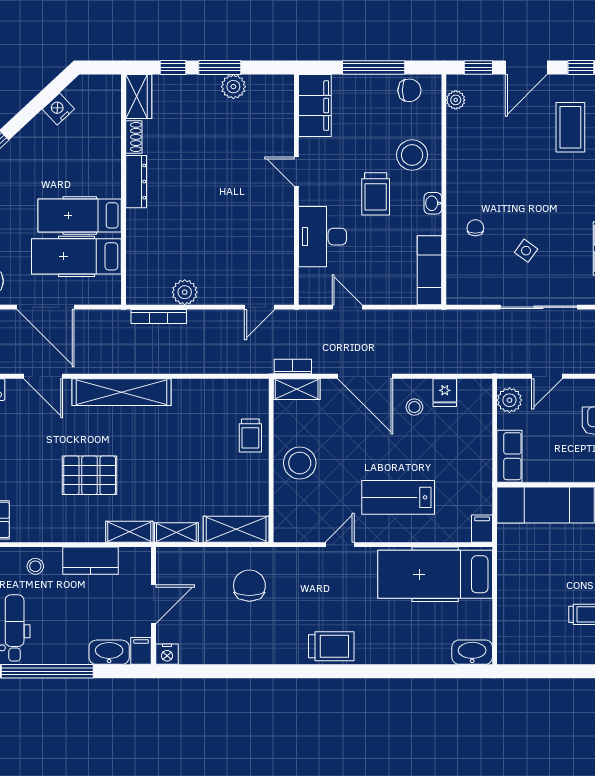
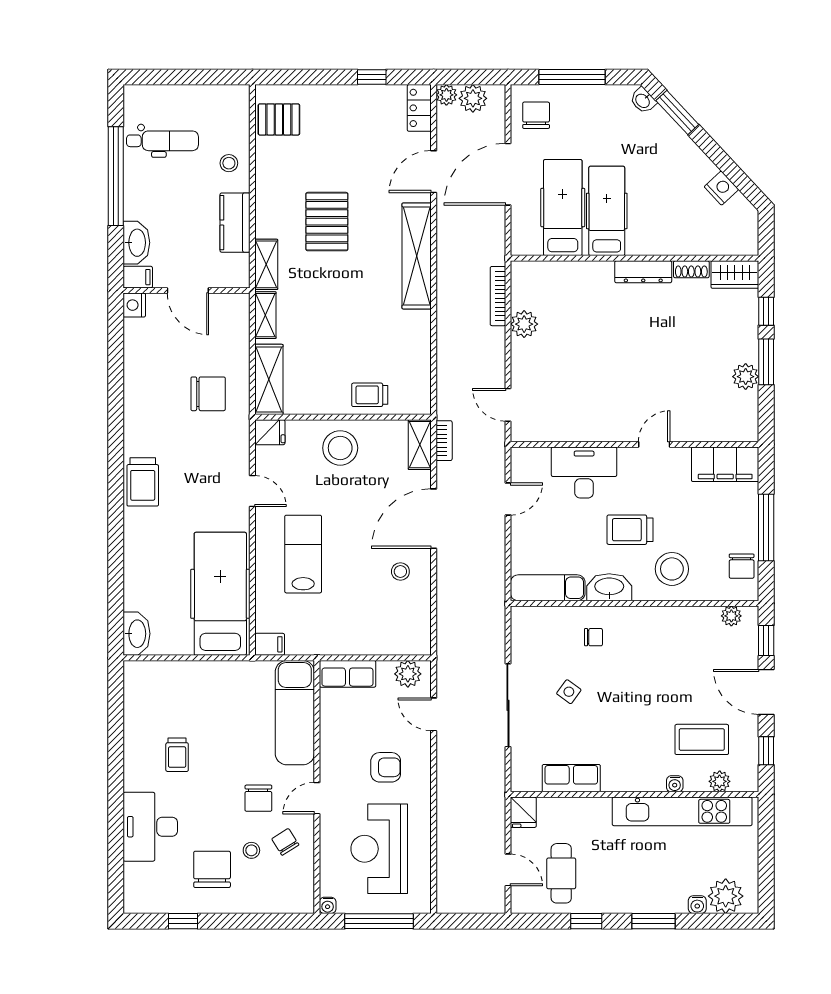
washbasin: (433, 203) -> (609, 587), width x1.91, depth x1.45
fridge: (445, 393) -> (270, 432), moved, turned 180

